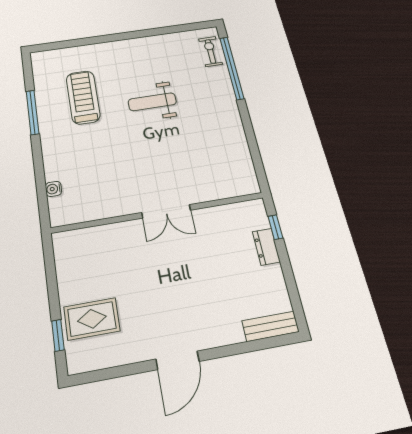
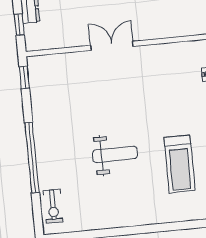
window: (232, 68) -> (32, 158), moved
window: (260, 171) -> (24, 77), added

